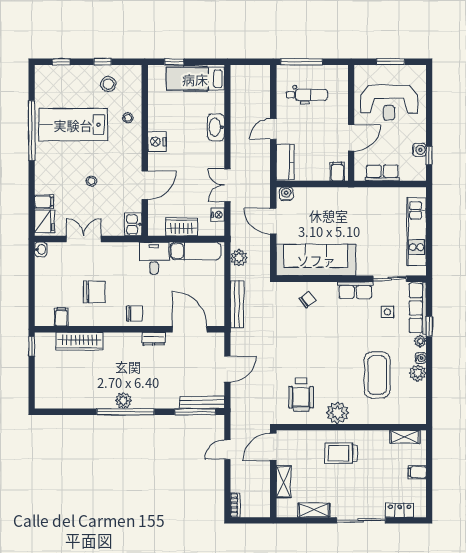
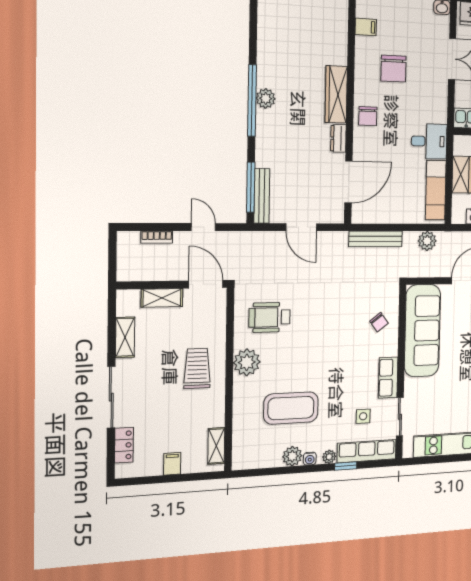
wardrobe: (79, 341) -> (336, 94), moved
bookcase: (235, 505) -> (157, 237), moved

